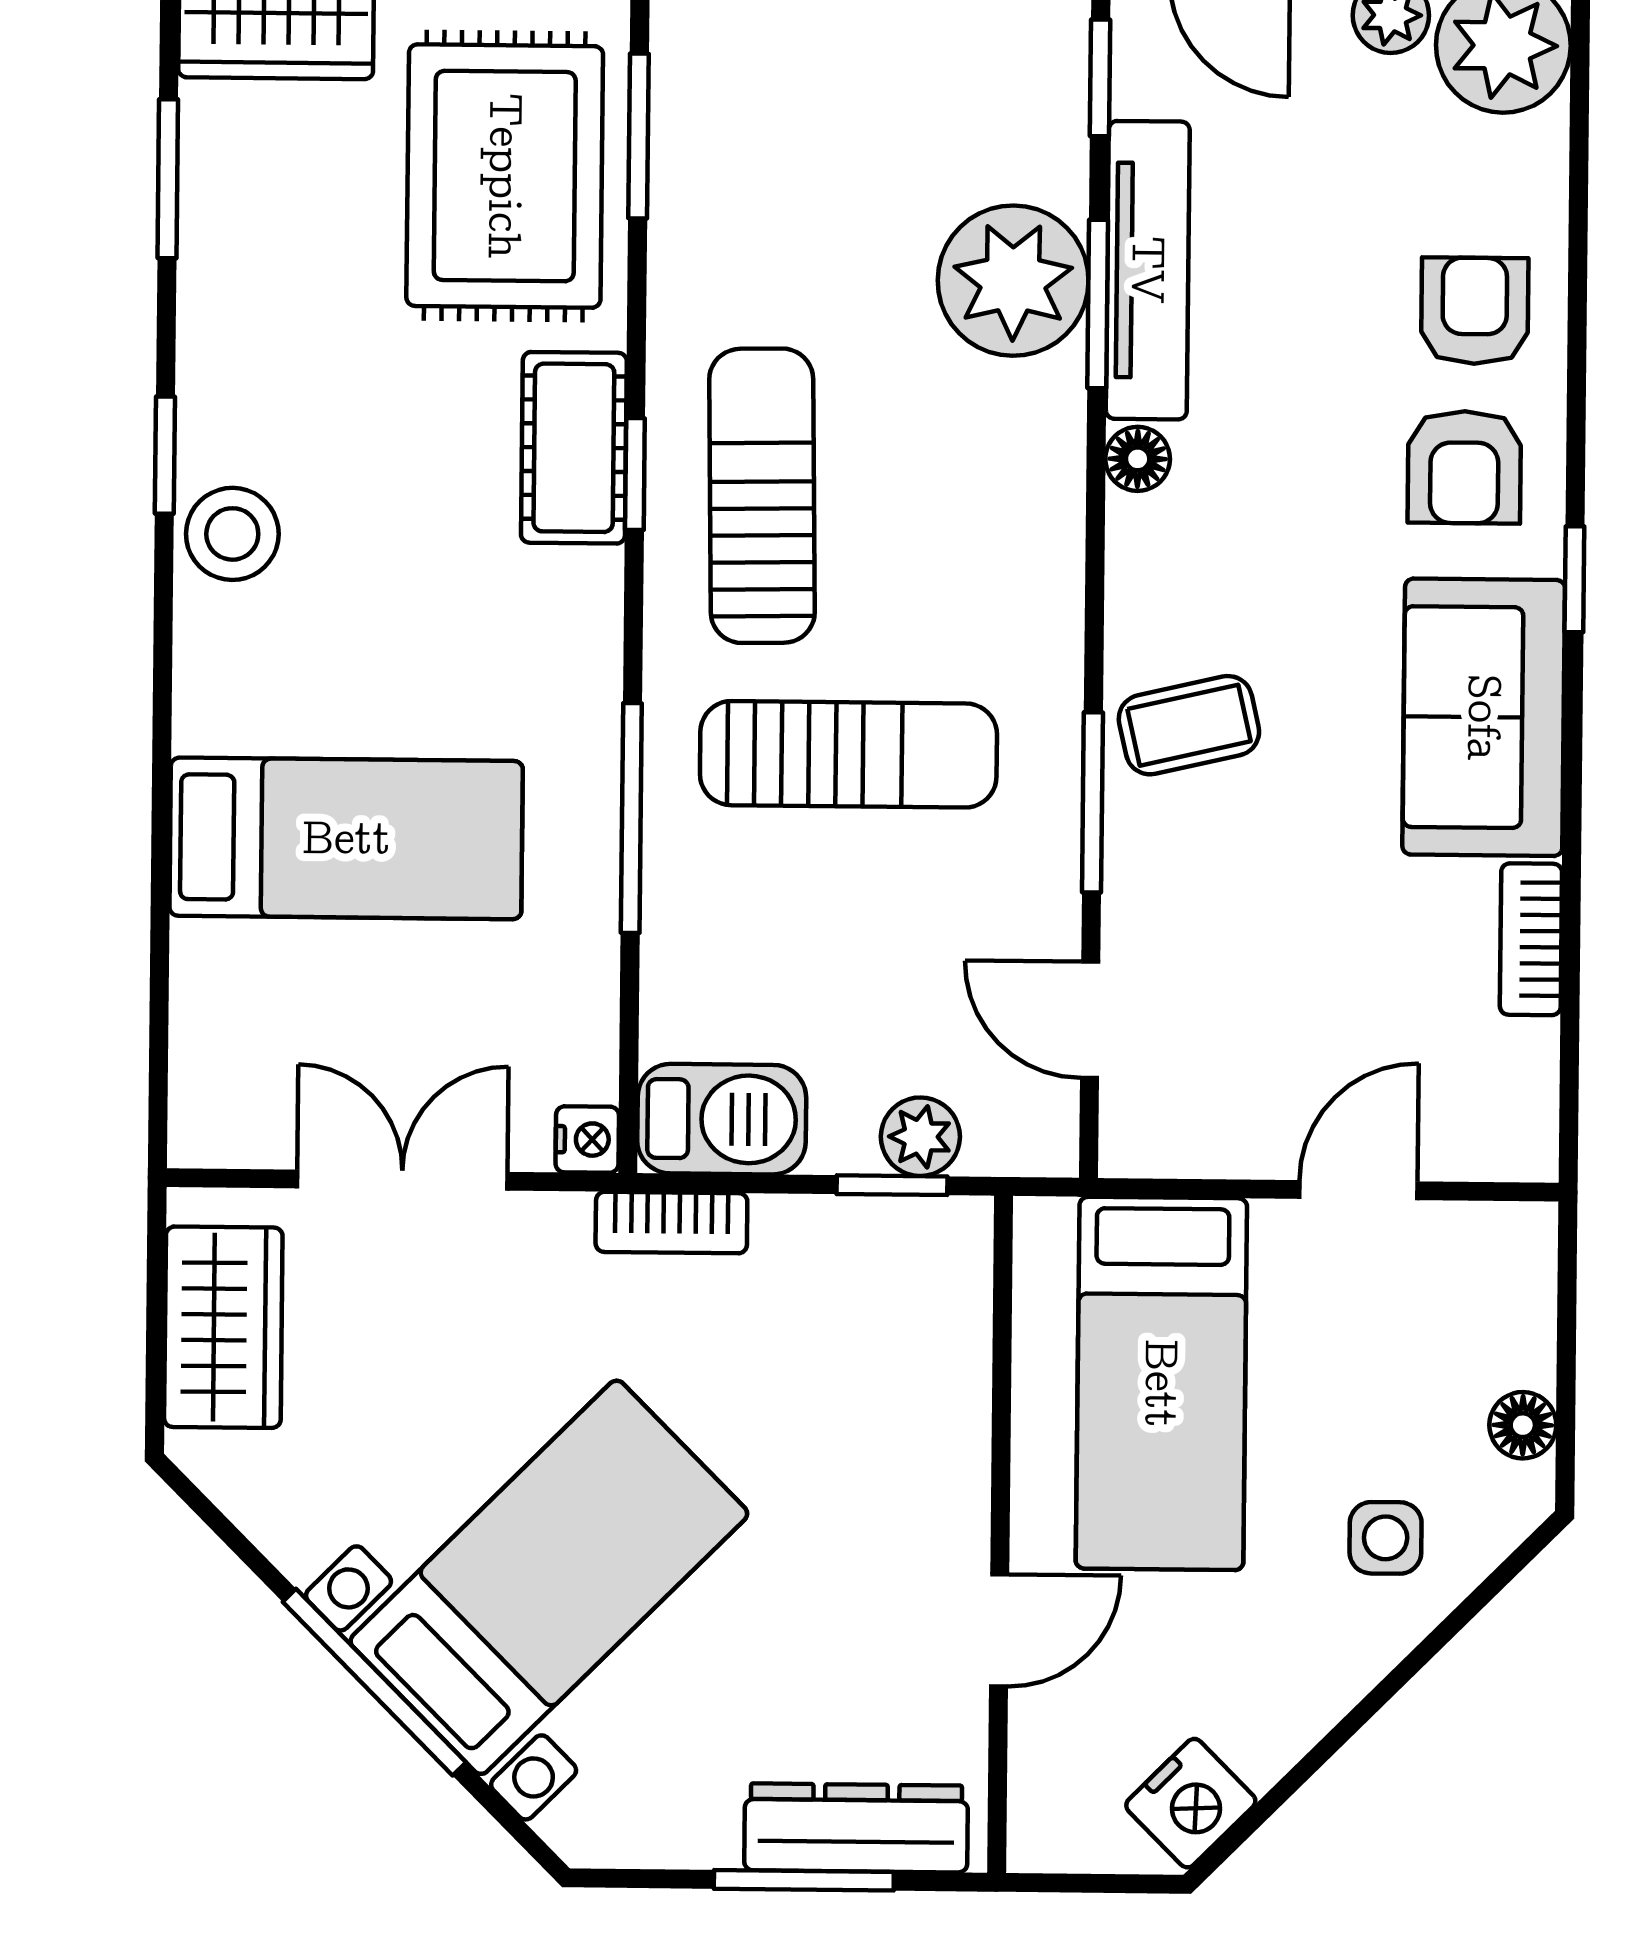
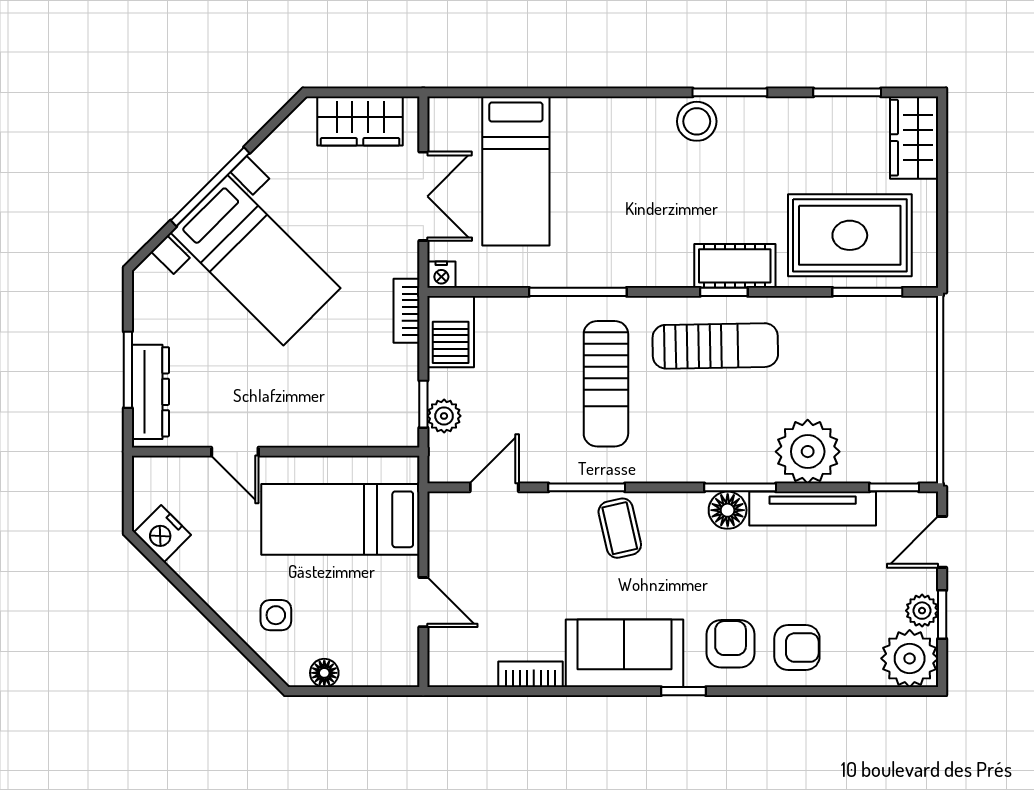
window: (1098, 304) -> (740, 487), moved
window: (165, 455) -> (730, 92), width x1.50
floor lamp: (1138, 459) -> (728, 510), width x1.37, depth x1.37
armchair: (1464, 467) -> (731, 644), turned 90
bed: (346, 838) -> (516, 171), moved

